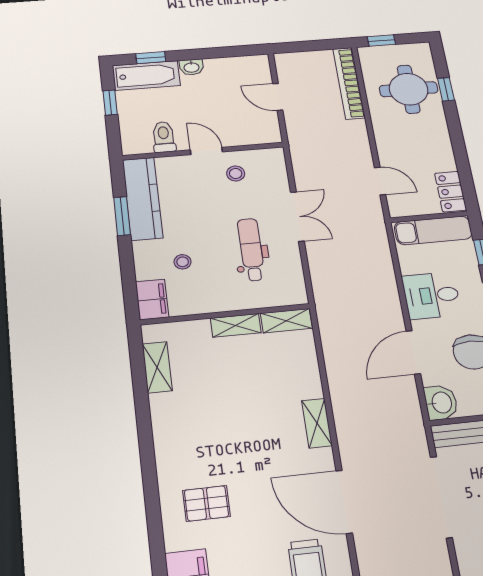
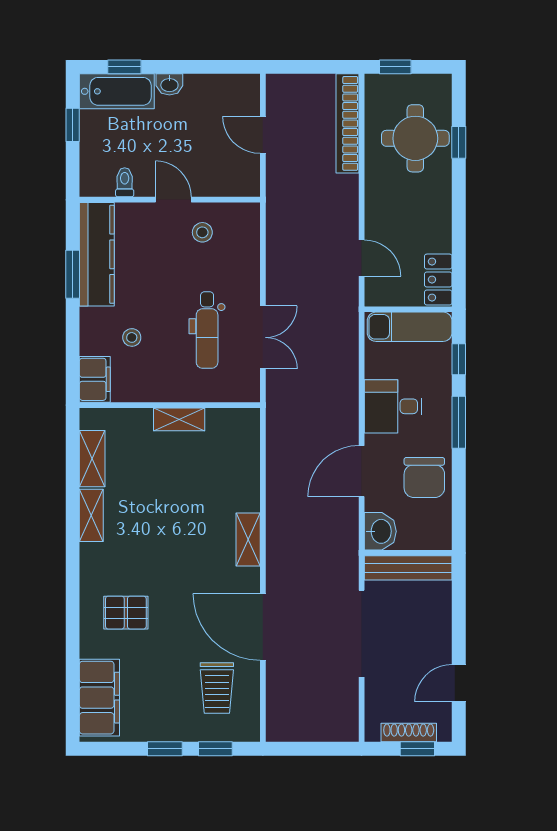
toilet: (164, 137) -> (125, 182), width x0.73, depth x0.72
double door: (297, 216) -> (263, 337), moved
dental chair: (251, 250) -> (207, 330), turned 180
shelving: (286, 321) -> (91, 515), moved, turned 90

